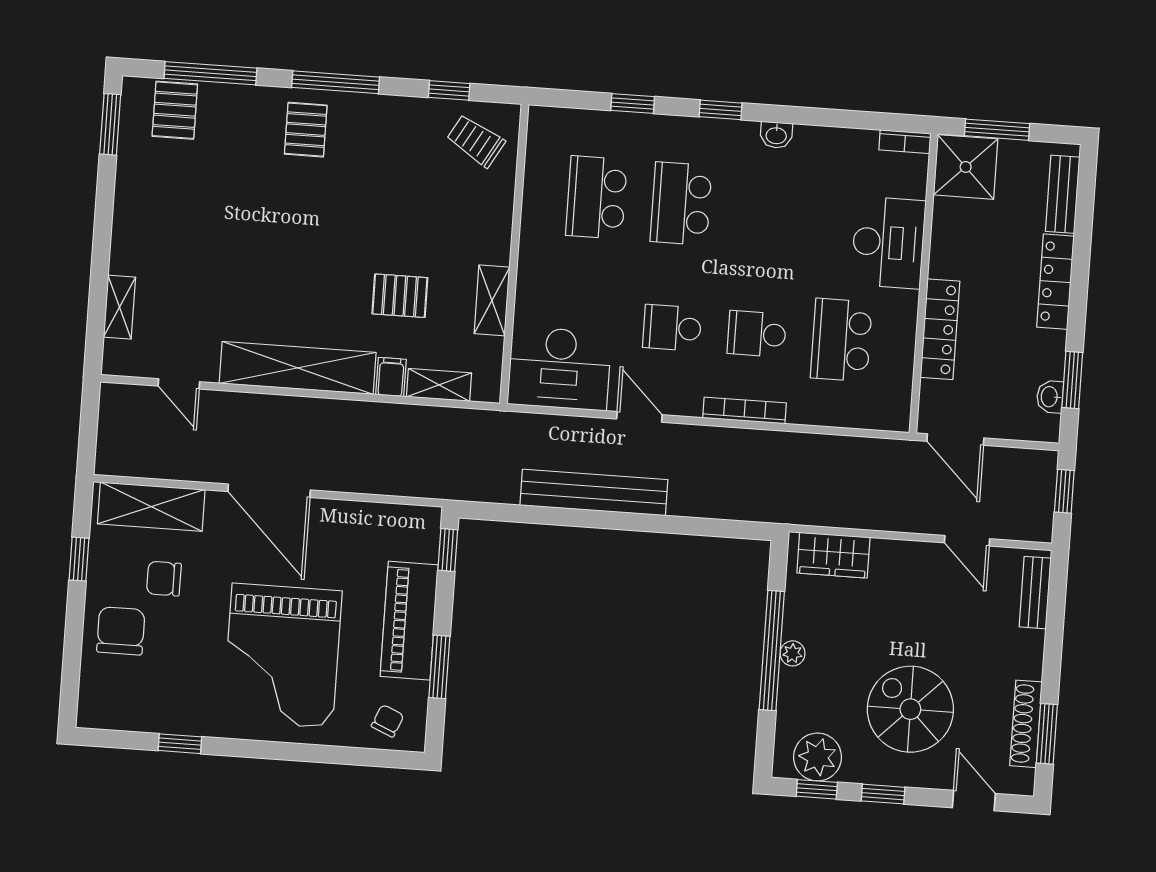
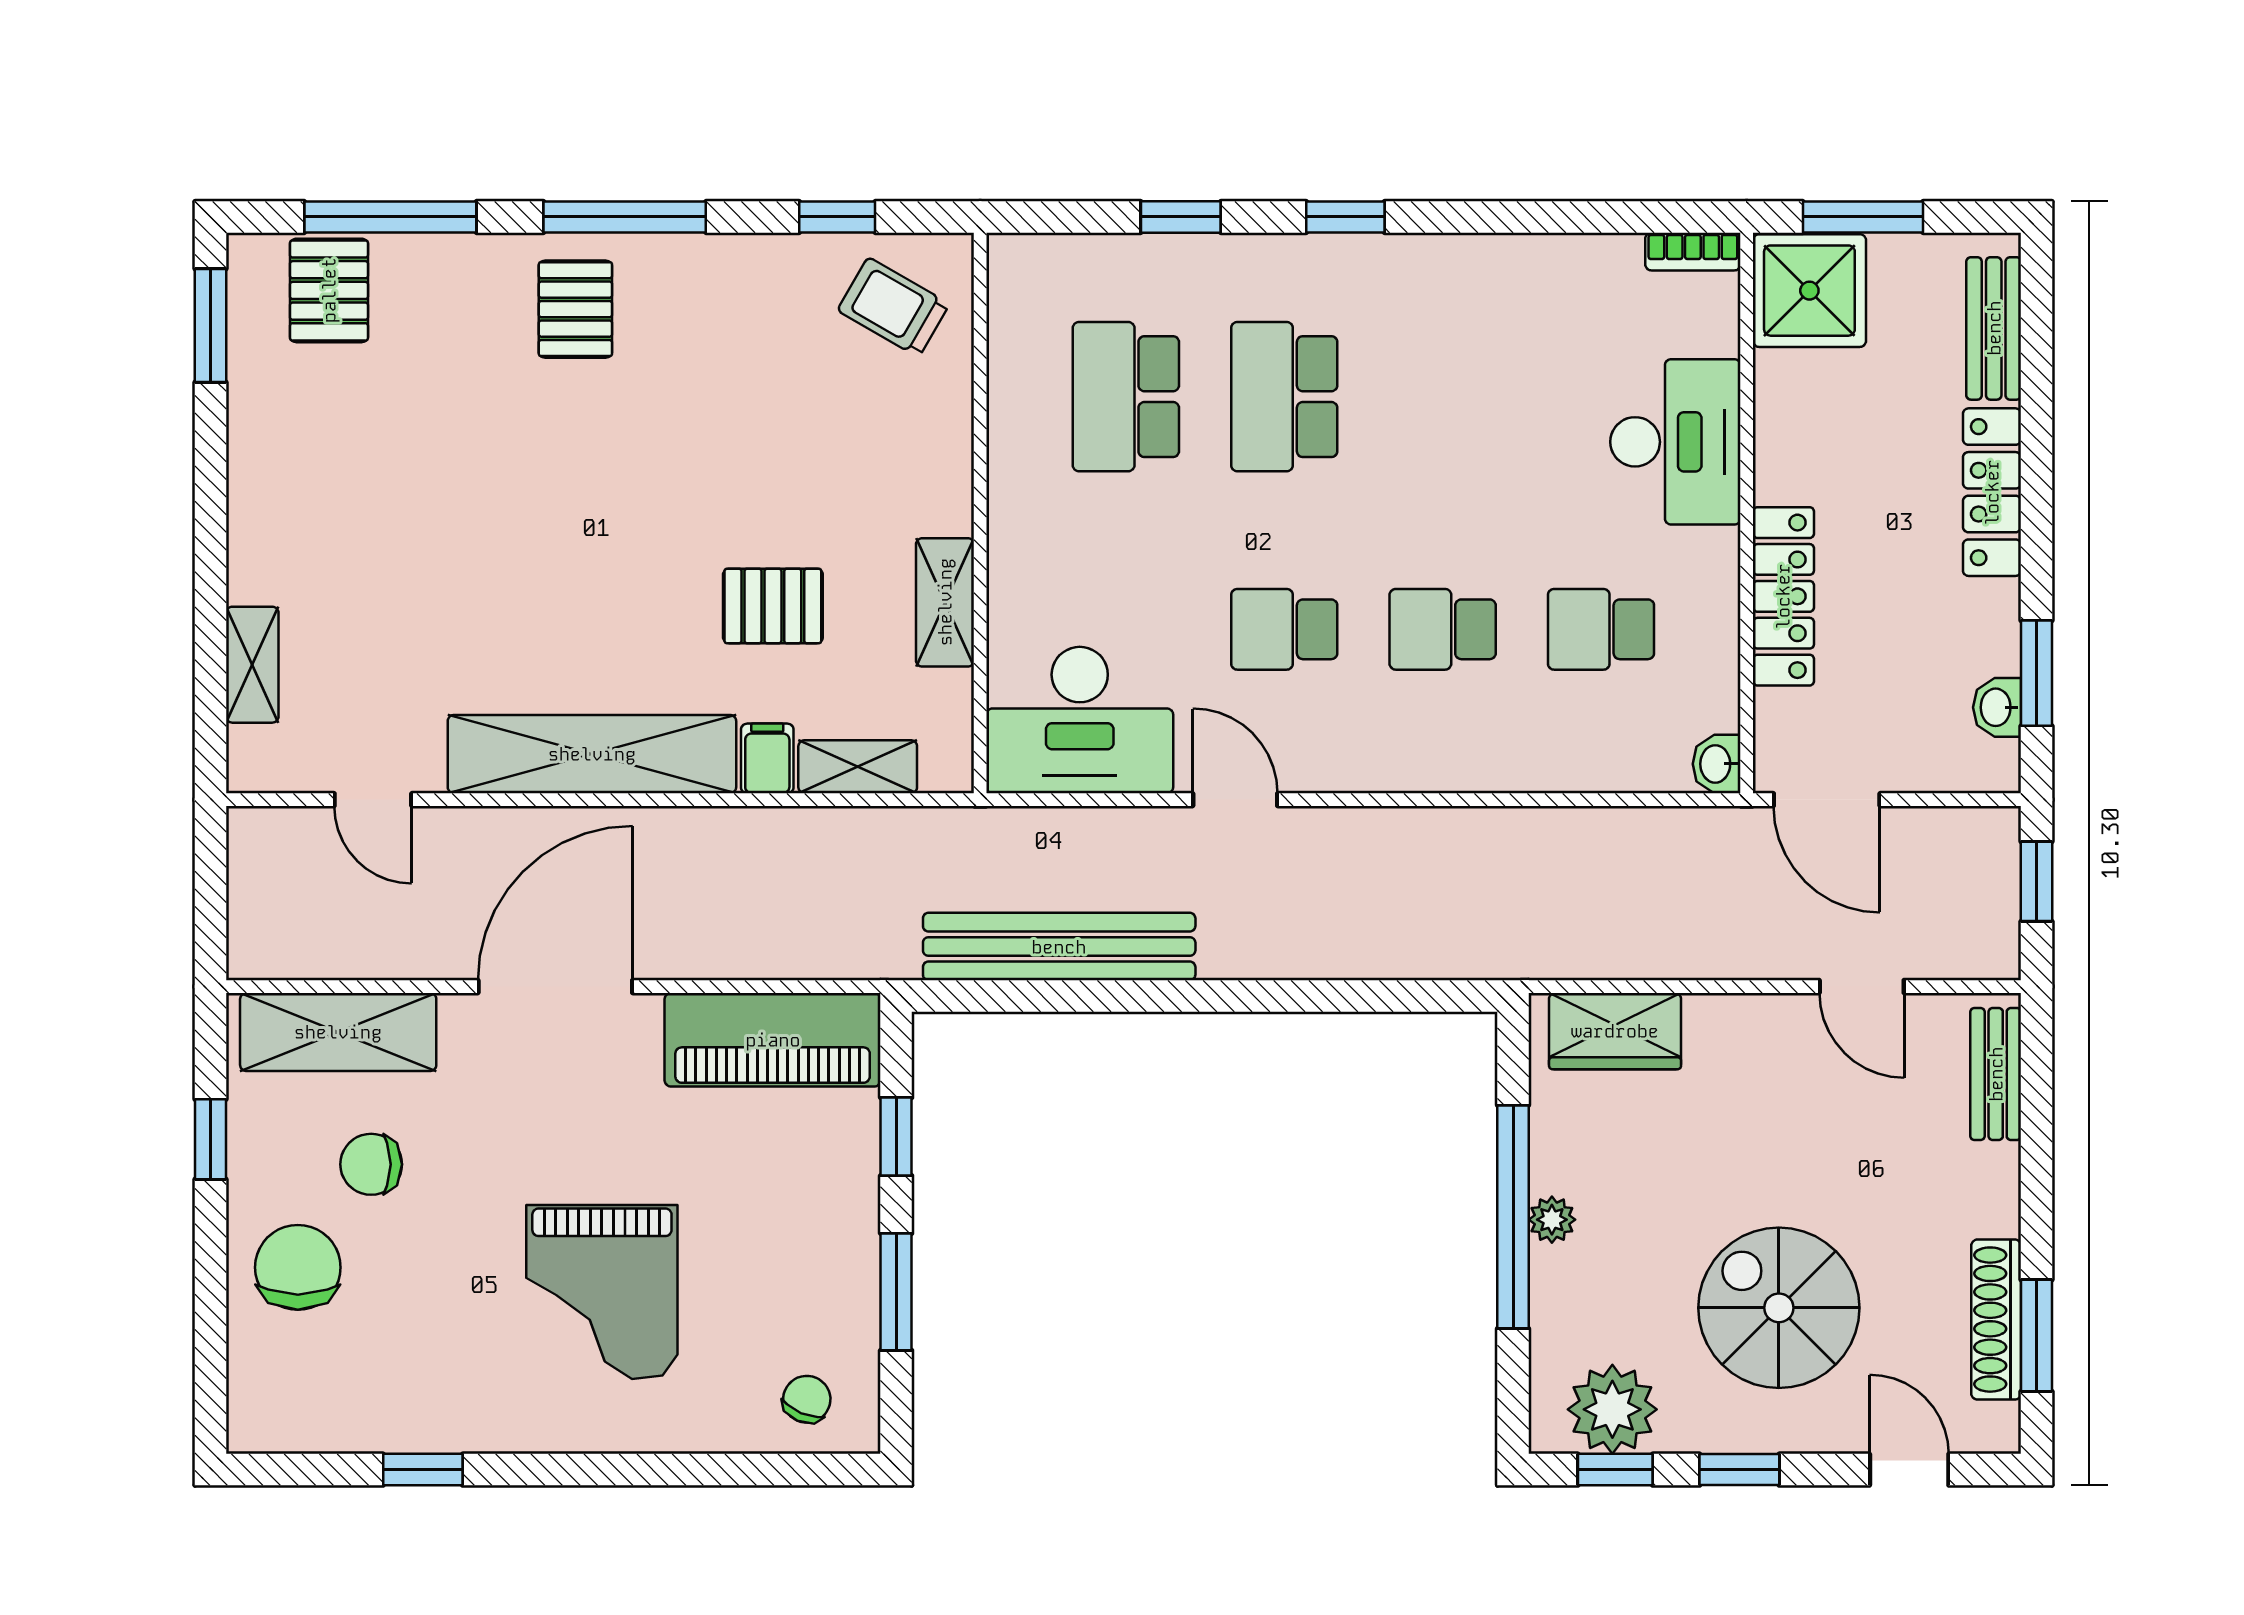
washbasin: (776, 135) -> (1717, 764), moved, turned 90
school desk: (841, 340) -> (1601, 629), width x0.54
bookcase: (745, 411) -> (1430, 774), removed
door: (269, 491) -> (555, 987), swing flipped
bench: (594, 492) -> (1059, 947), moved
window: (448, 550) -> (896, 1137), moved
piano: (409, 621) -> (773, 1040), moved, turned -90
grand piano: (282, 656) -> (602, 1292), width x0.73, depth x0.68

